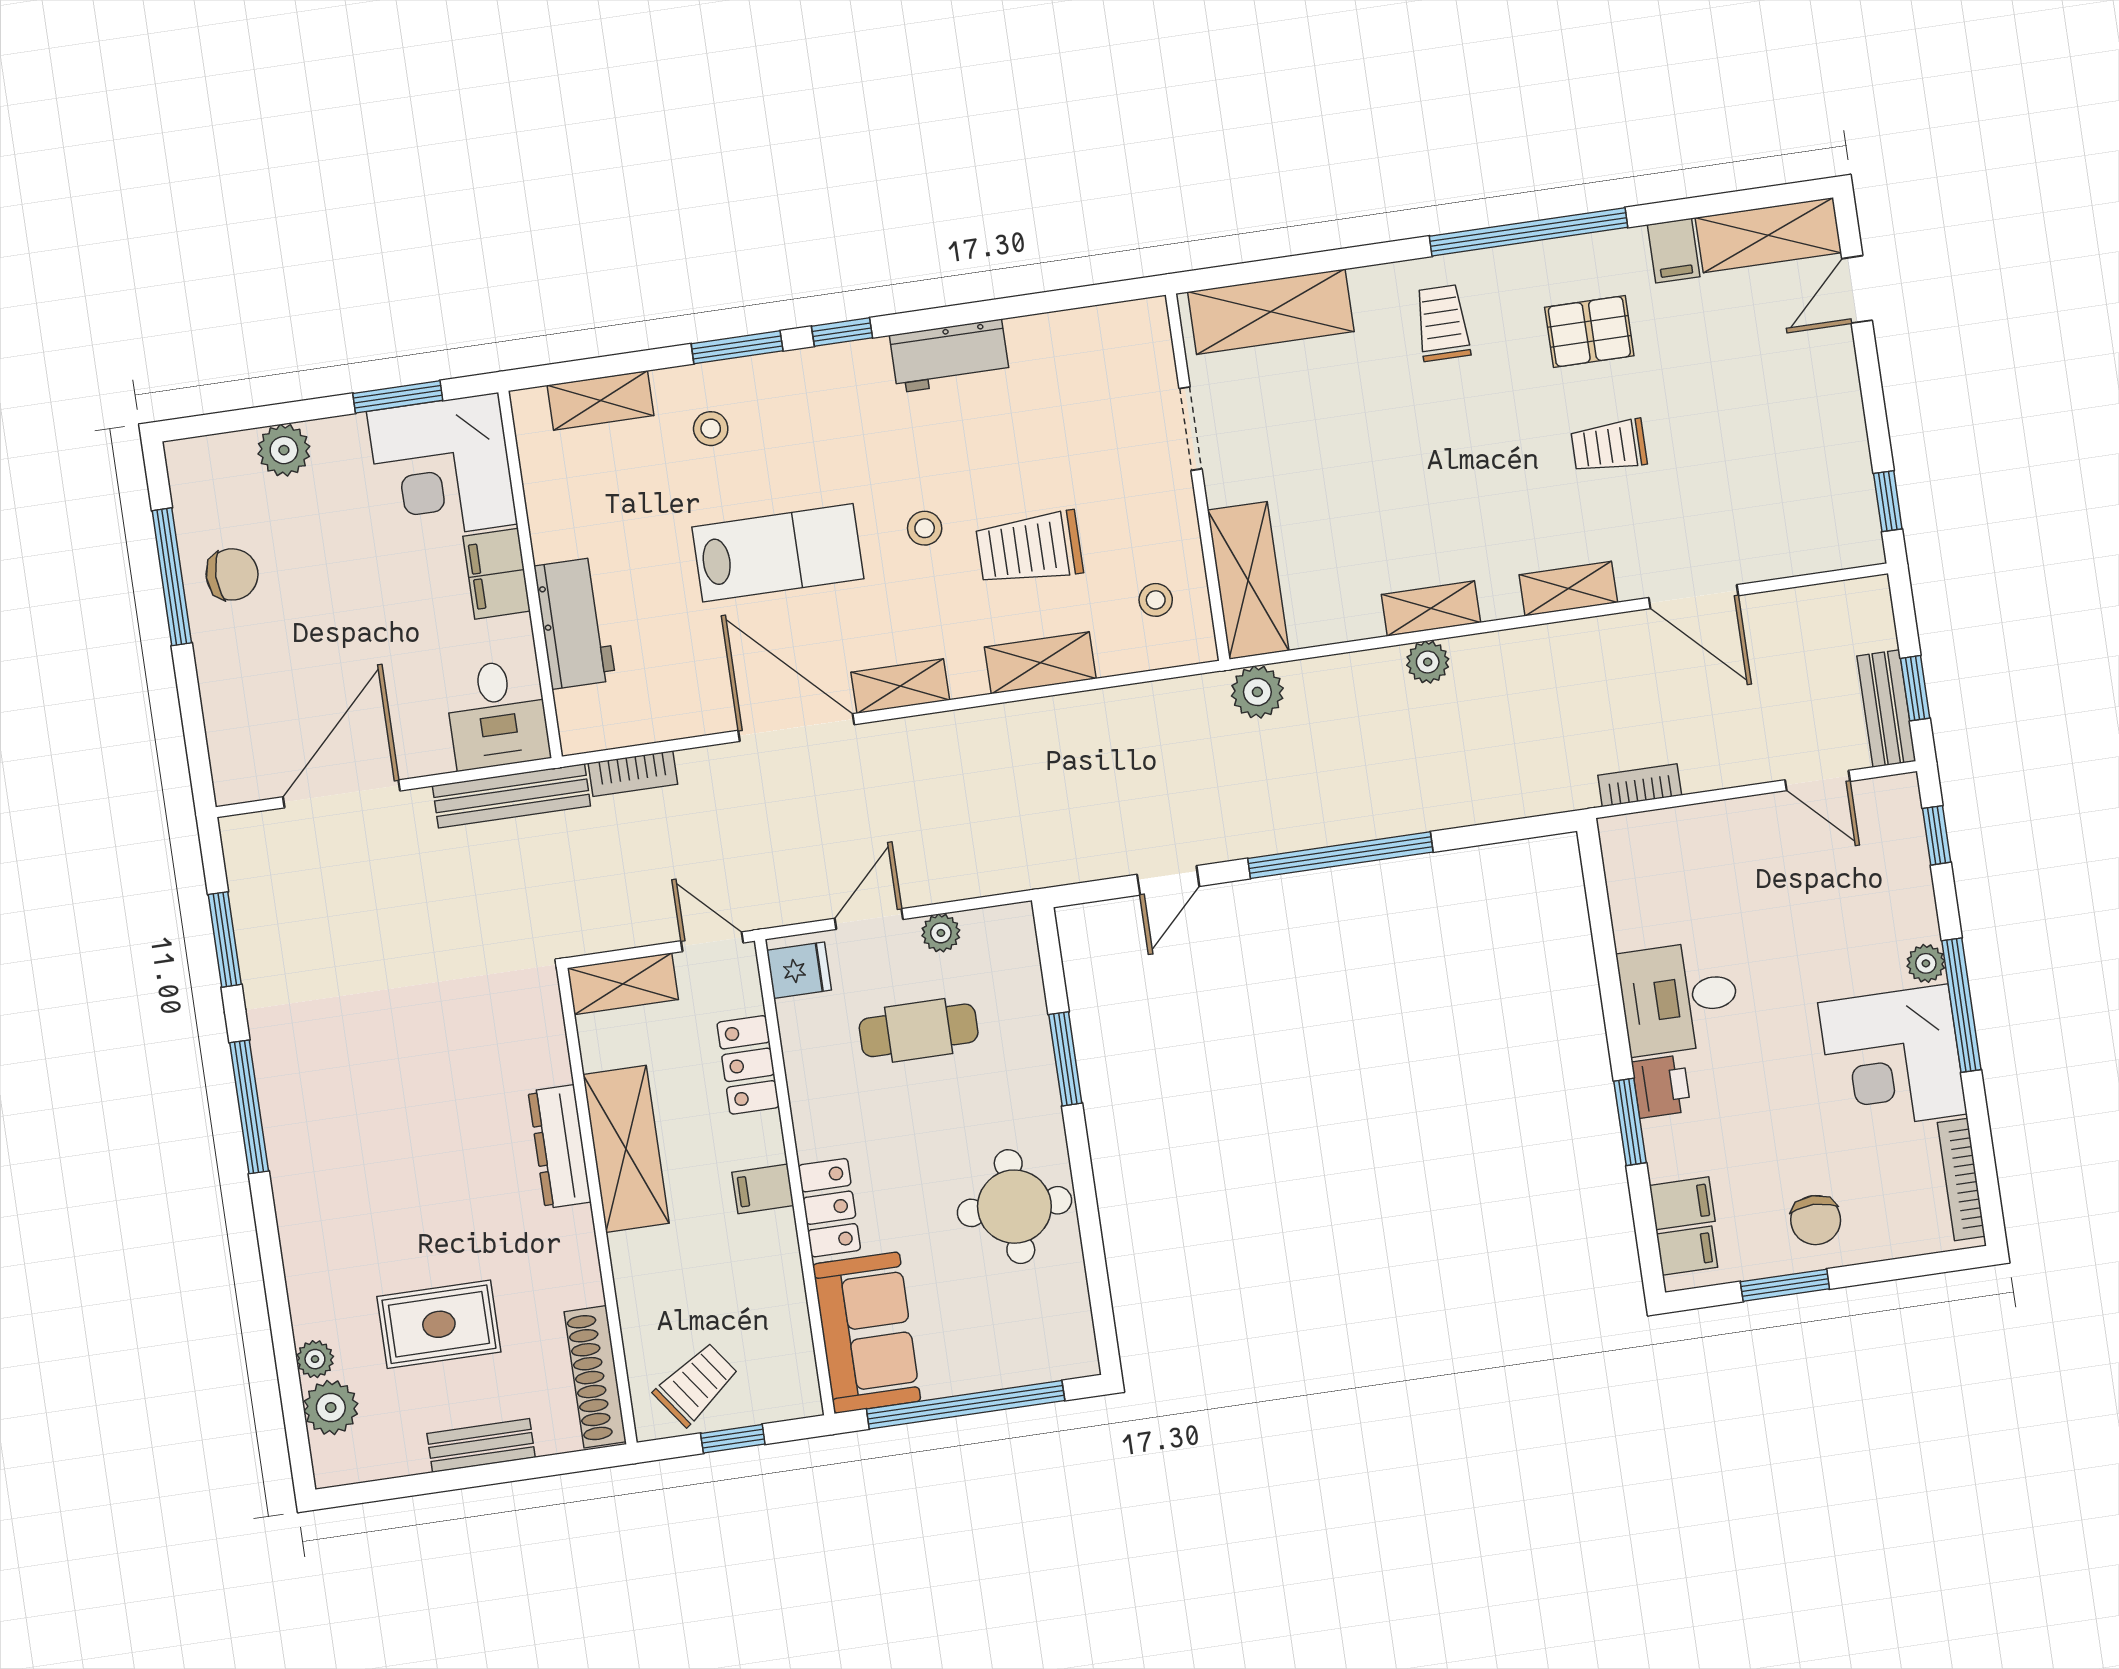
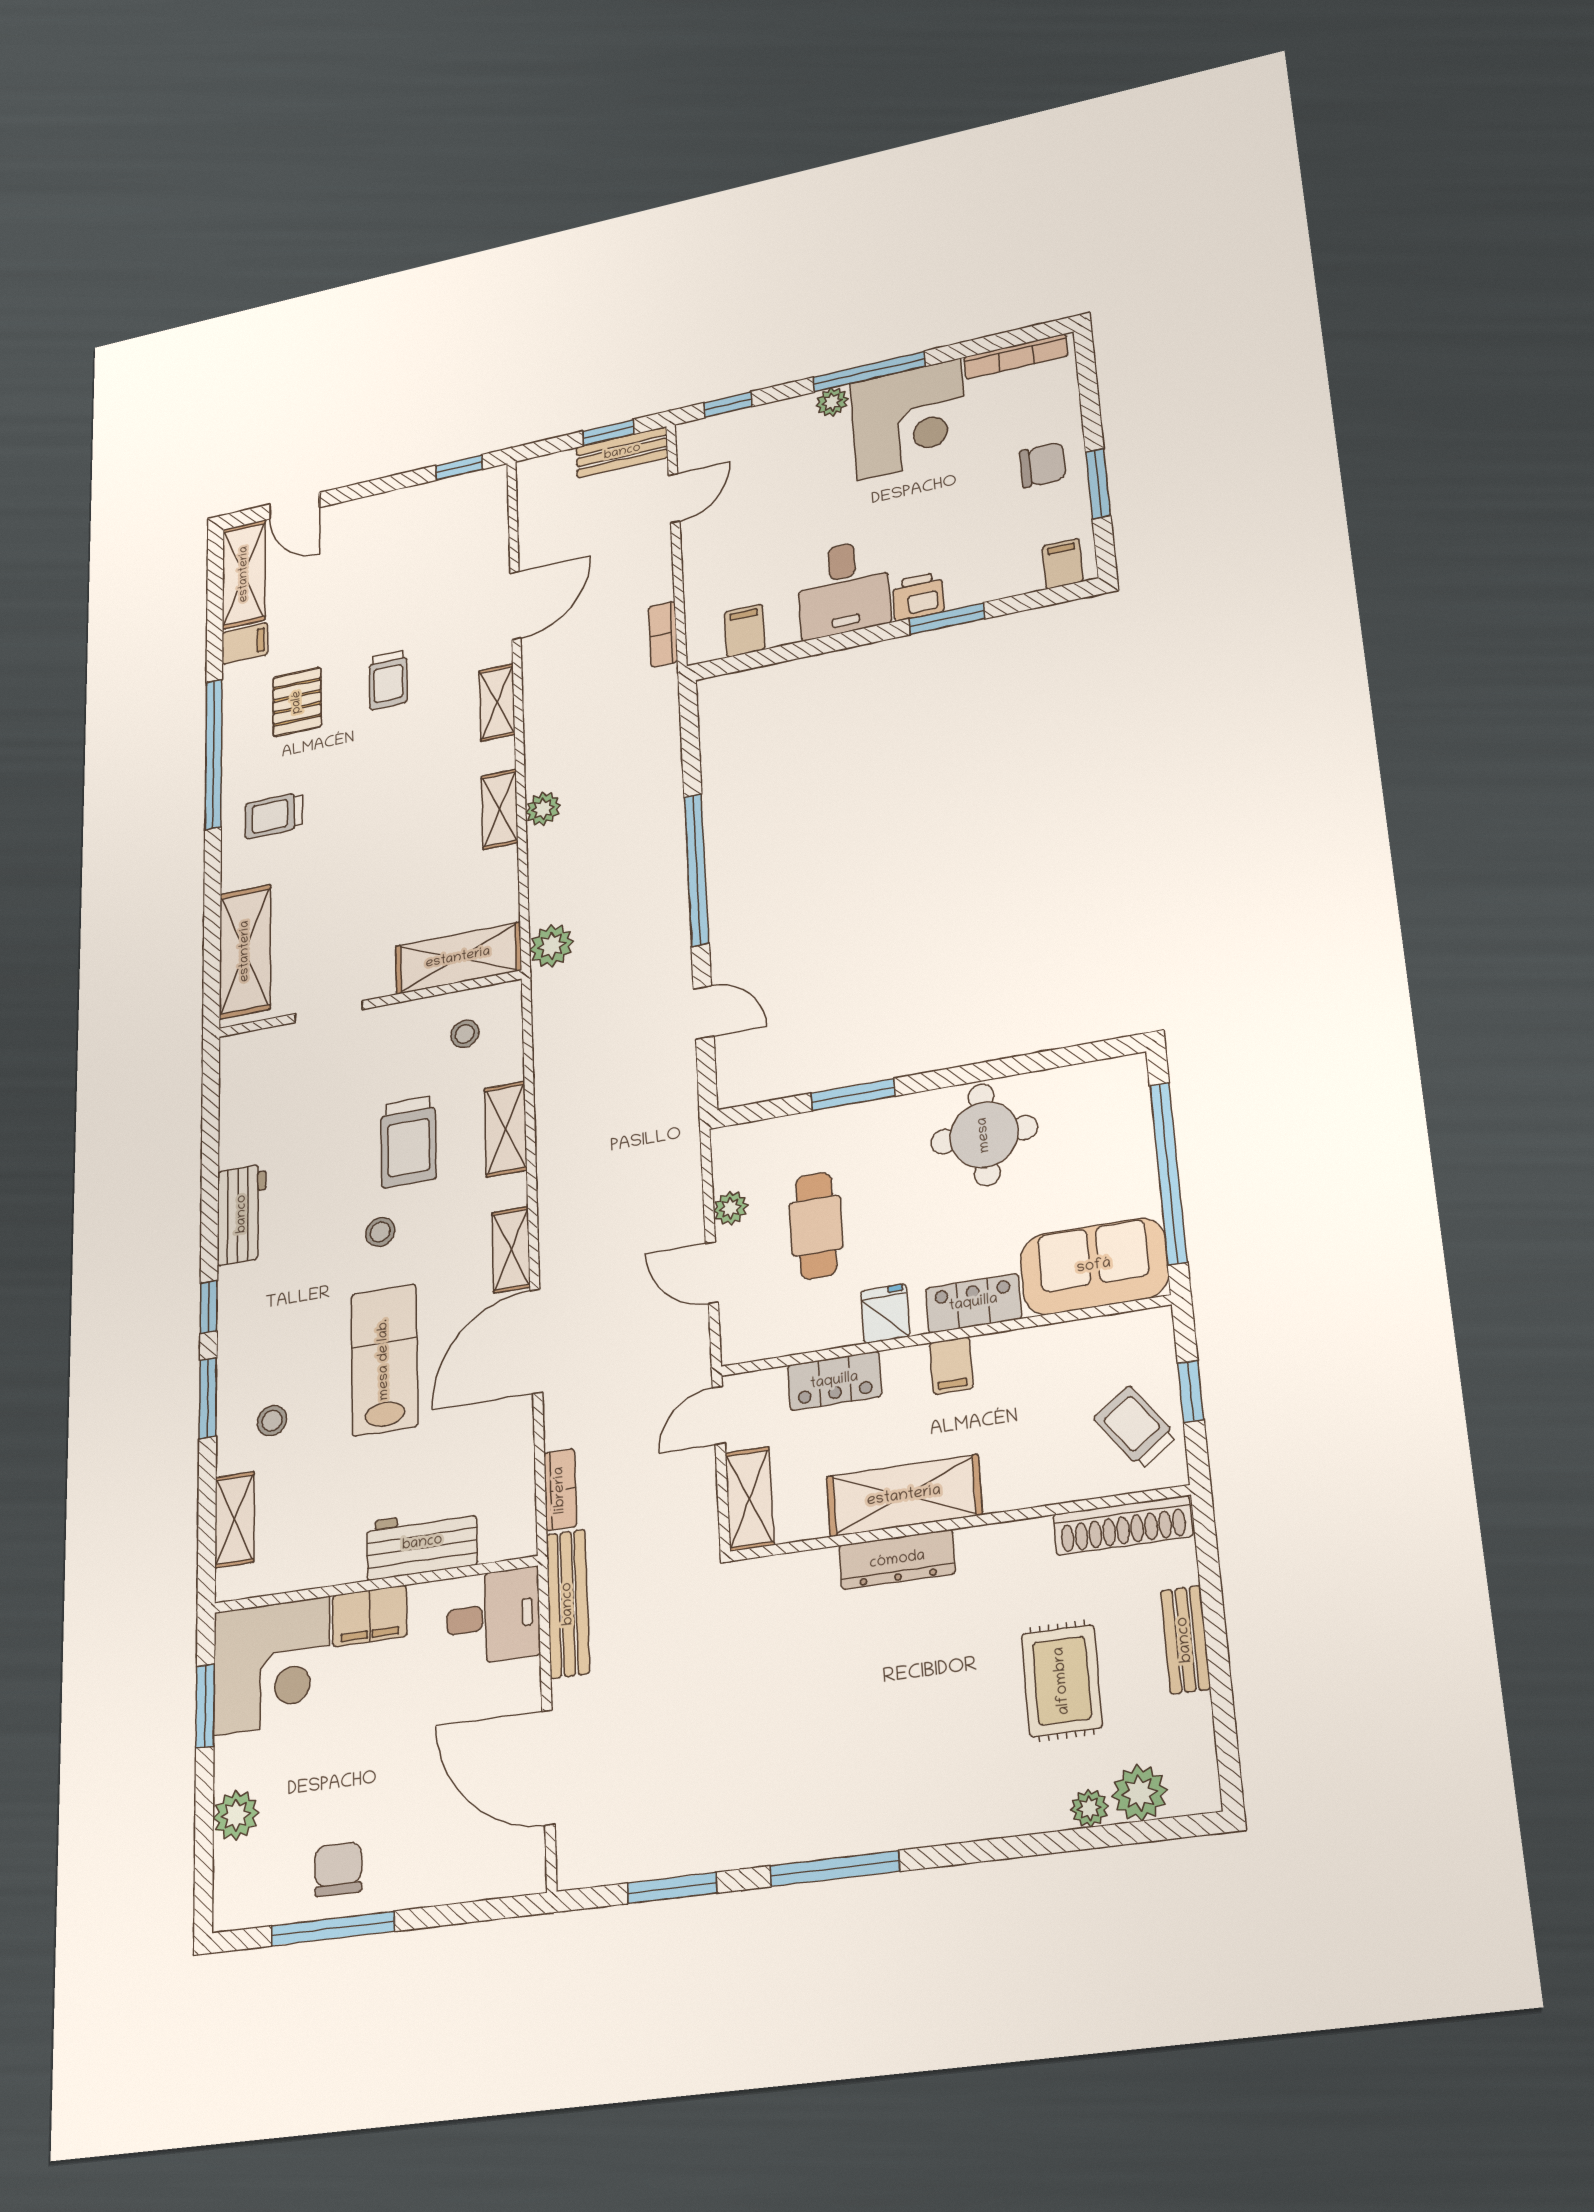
fridge: (799, 970) -> (885, 1314), moved
filing cabinet: (1682, 1203) -> (745, 631), moved

